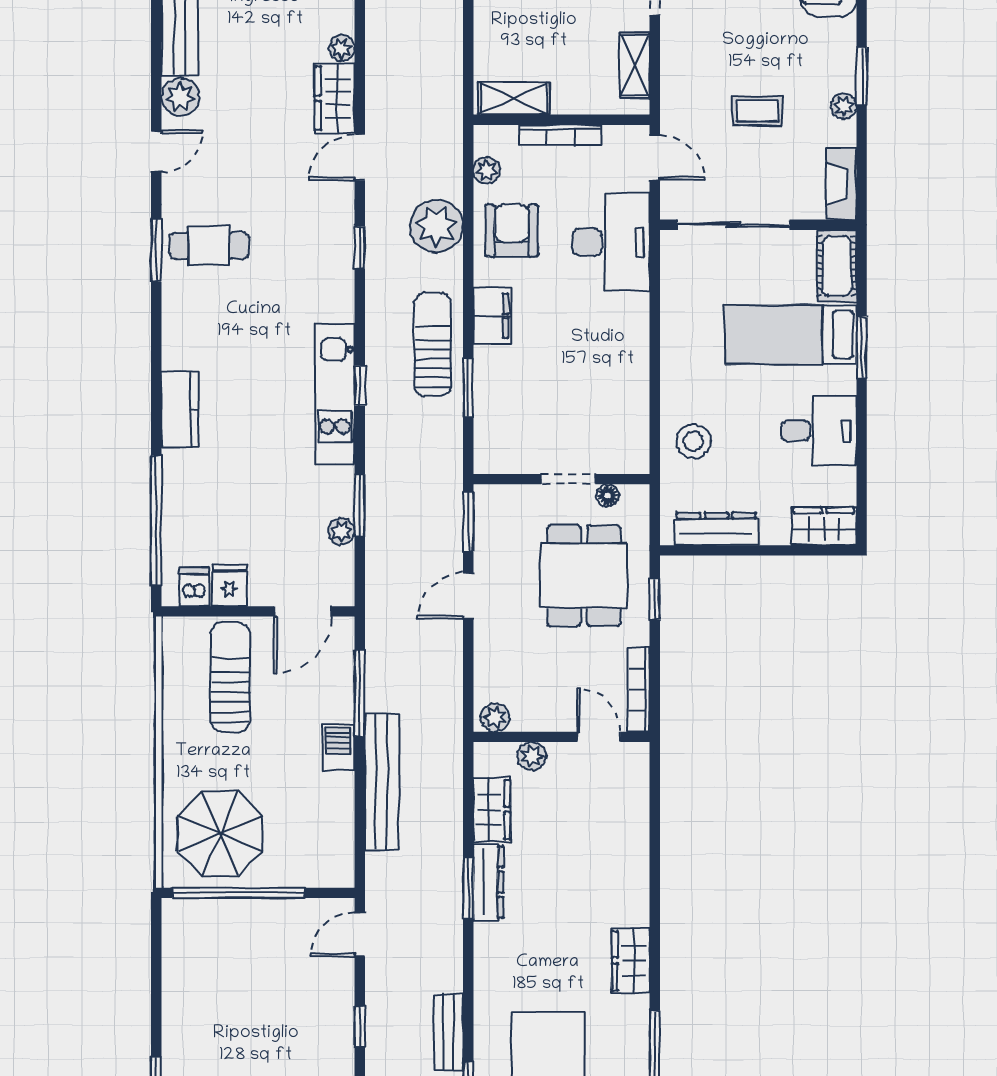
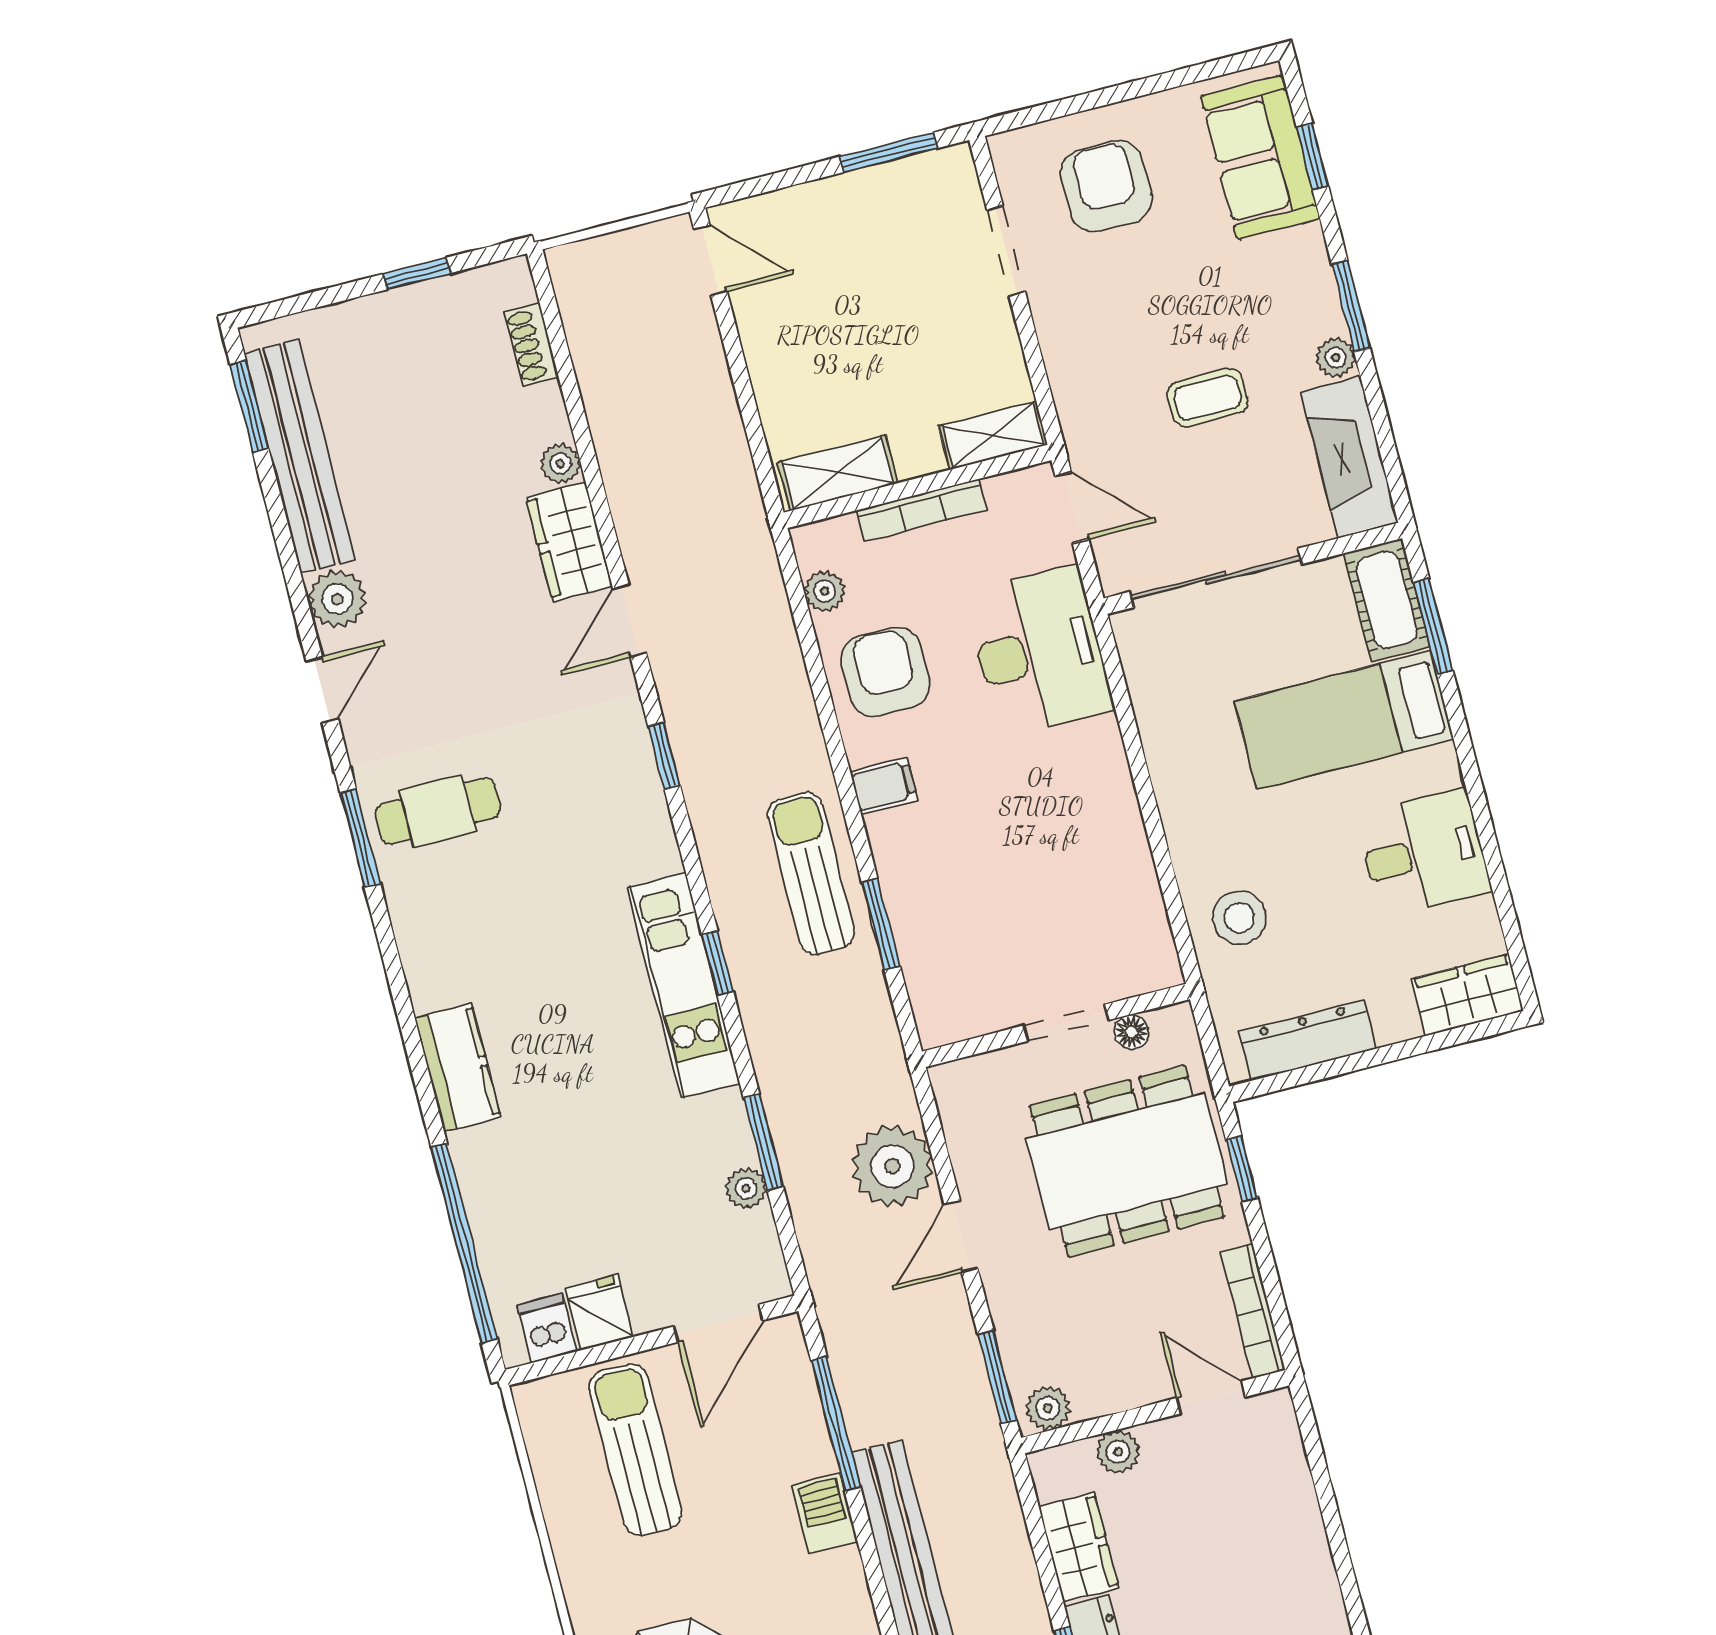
shelving: (635, 65) -> (993, 435), moved, turned 90
fireplace: (841, 184) -> (1349, 457), width x1.37, depth x1.32
plant: (437, 226) -> (892, 1166), moved
filing cabinet: (492, 316) -> (884, 786), width x0.50
window: (862, 347) -> (1433, 626), moved
window: (468, 522) -> (997, 1377), moved
dining table: (584, 576) -> (1127, 1161), width x1.38

